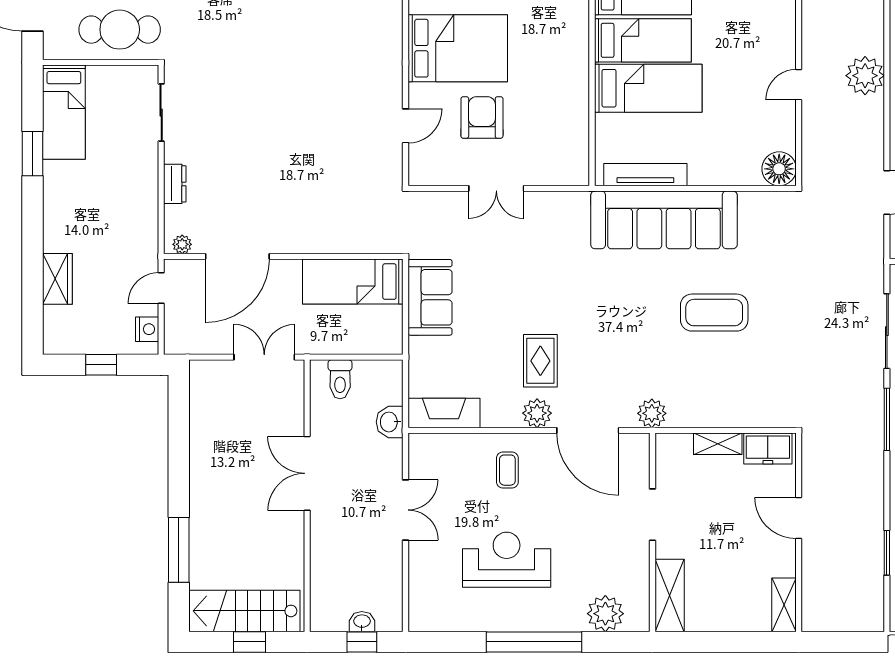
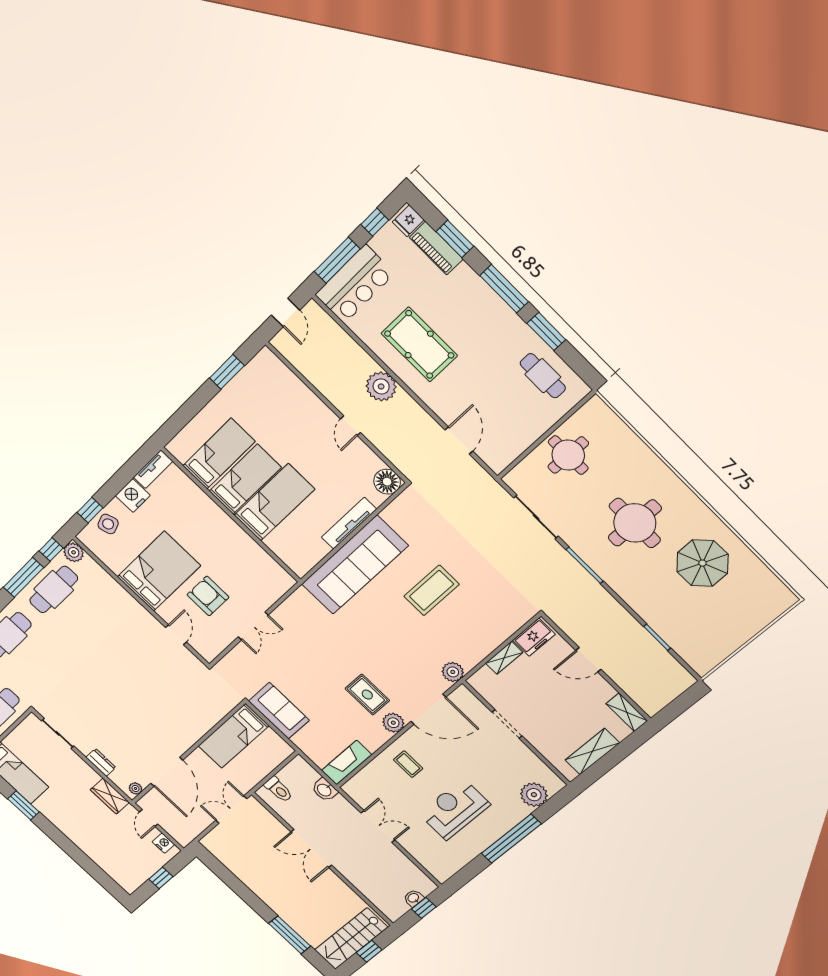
tv unit: (645, 175) -> (349, 523), moved
wardrobe: (57, 279) -> (110, 796), moved, turned 180
shelving: (670, 596) -> (592, 751), moved, turned 90

